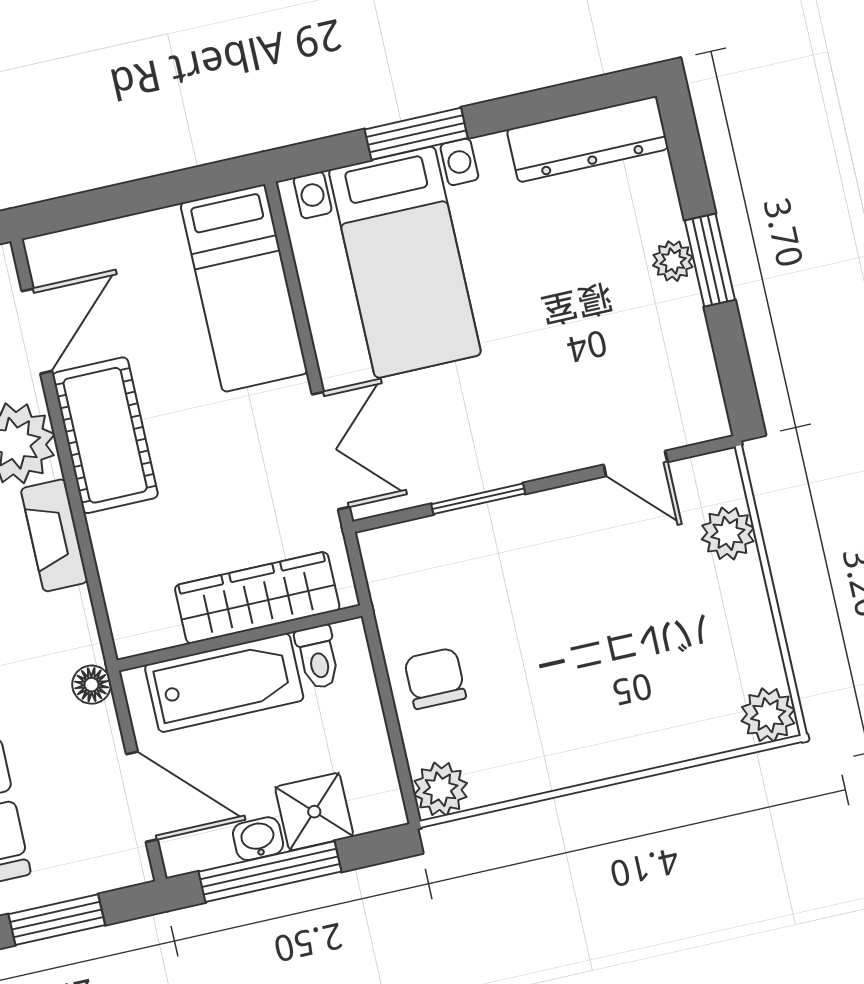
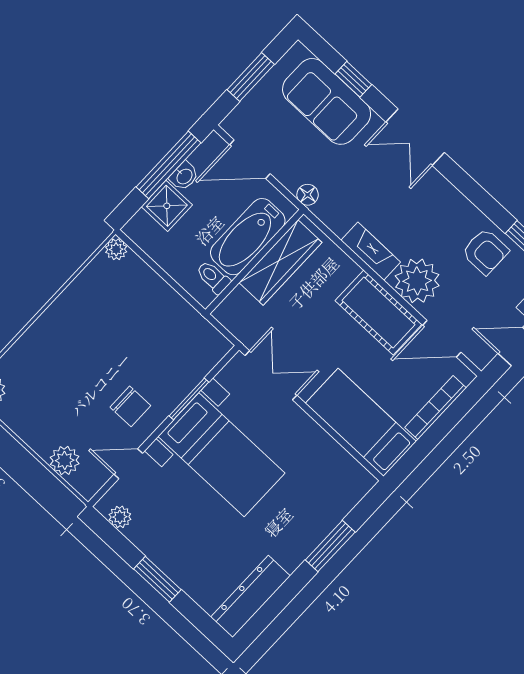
bookcase: (117, 234) -> (435, 408), added
plant: (673, 261) -> (120, 517), moved
bed with nightstands: (405, 262) -> (222, 455), moved, turned 180
door: (37, 331) -> (442, 339), hinge flipped
double door: (331, 451) -> (271, 375), swing flipped
wardrobe: (257, 598) -> (280, 263), moved
chair: (435, 678) -> (130, 406), moved
plant: (440, 789) -> (116, 249), width x0.73, depth x0.73

